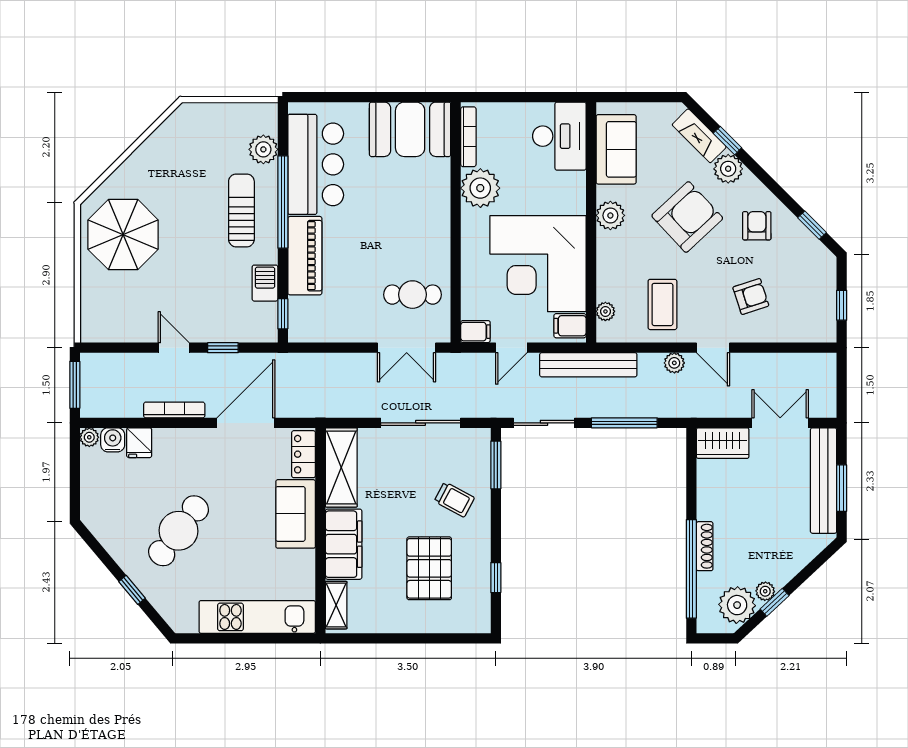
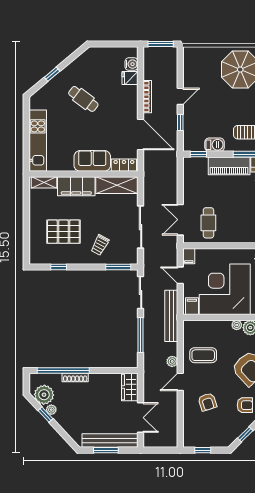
plant: (605, 311) -> (237, 325), moved
plant: (89, 437) -> (133, 52), removed
cafe table: (179, 531) -> (83, 99), width x0.73, depth x0.74

